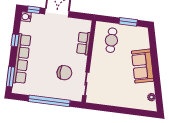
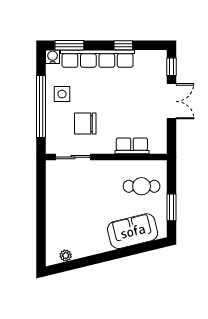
water cooler: (26, 17) -> (53, 57), moved
sofa: (143, 66) -> (133, 231), moved
chair: (64, 73) -> (85, 123), turned 90
side table: (43, 86) -> (62, 94), added

